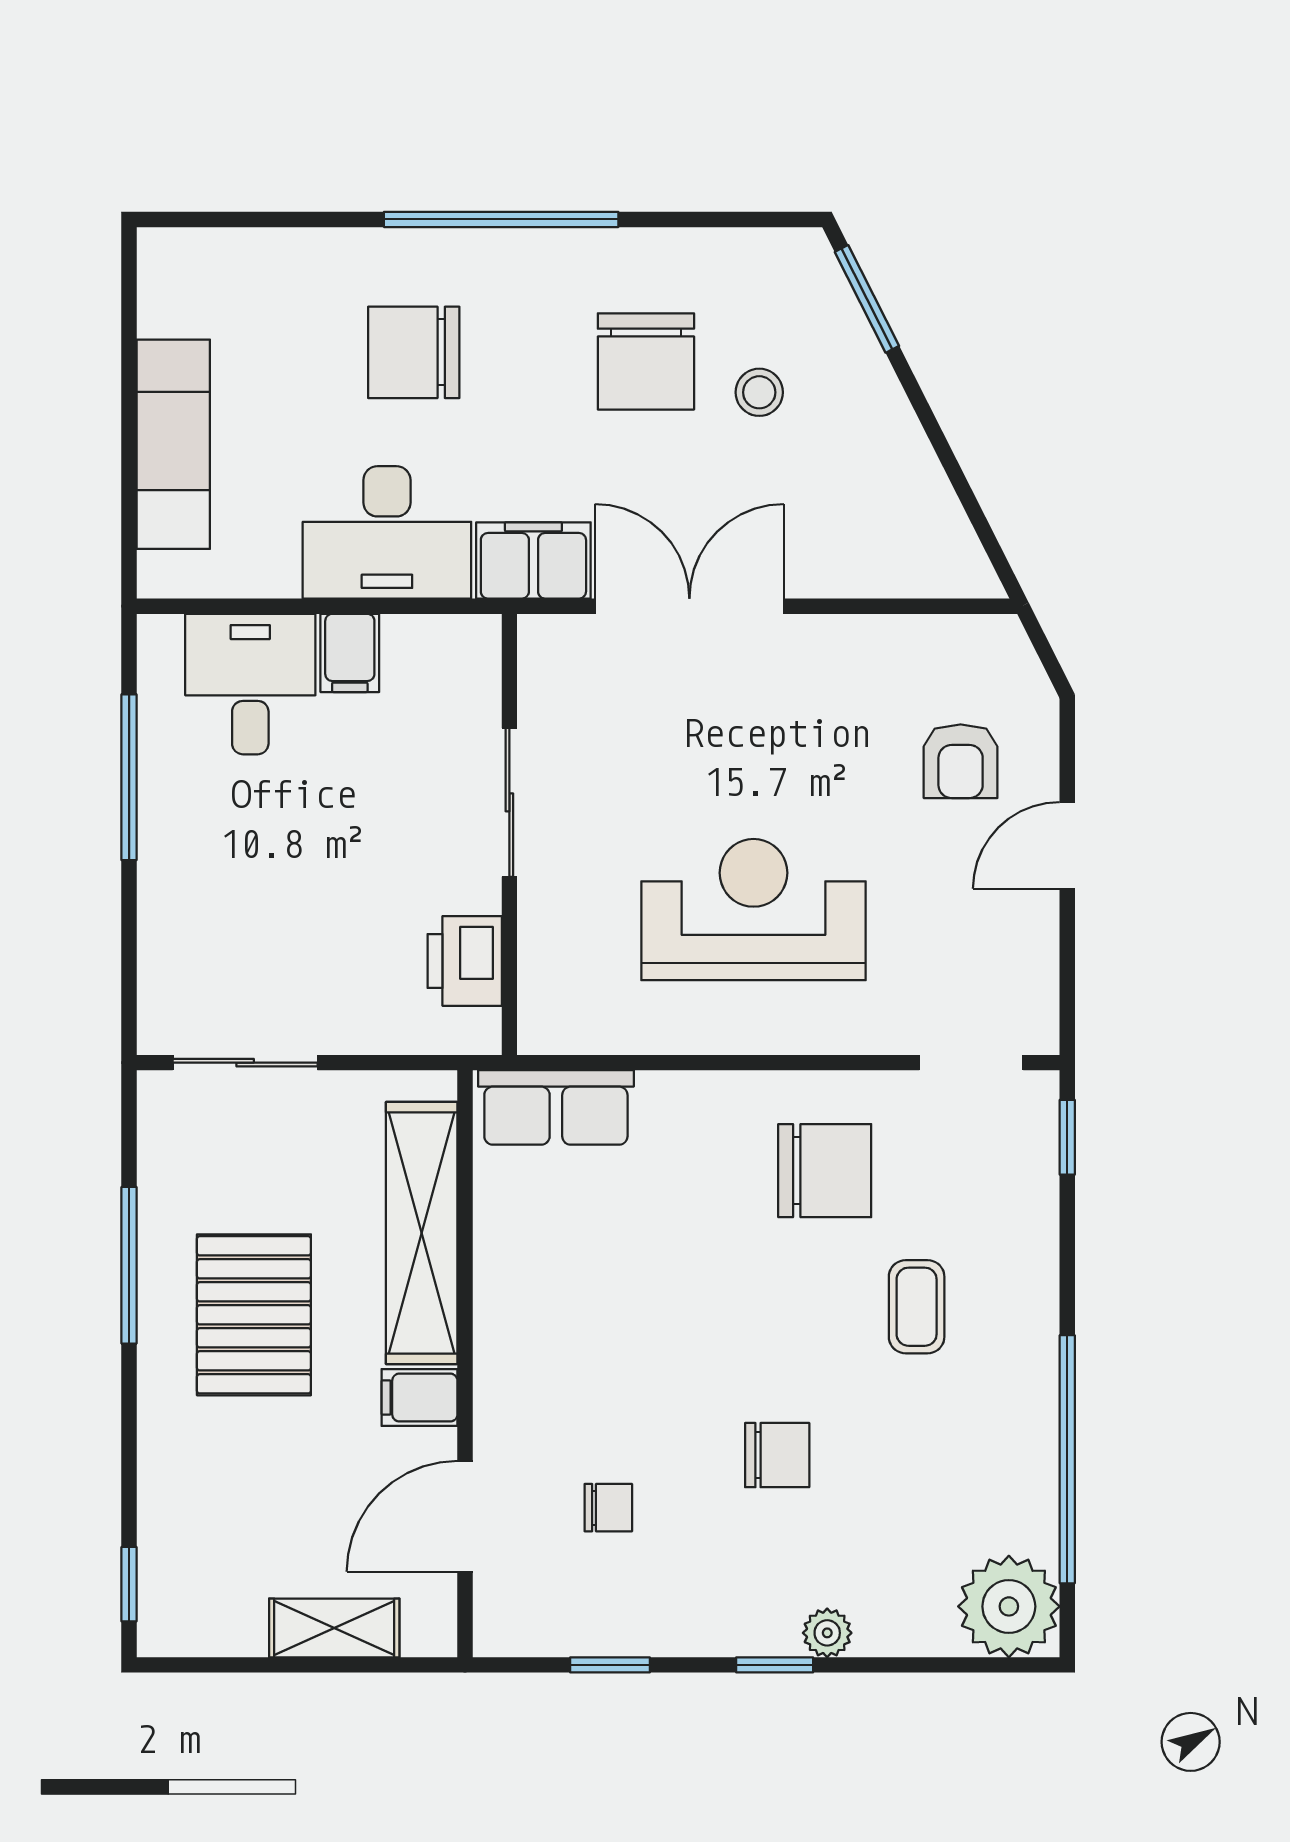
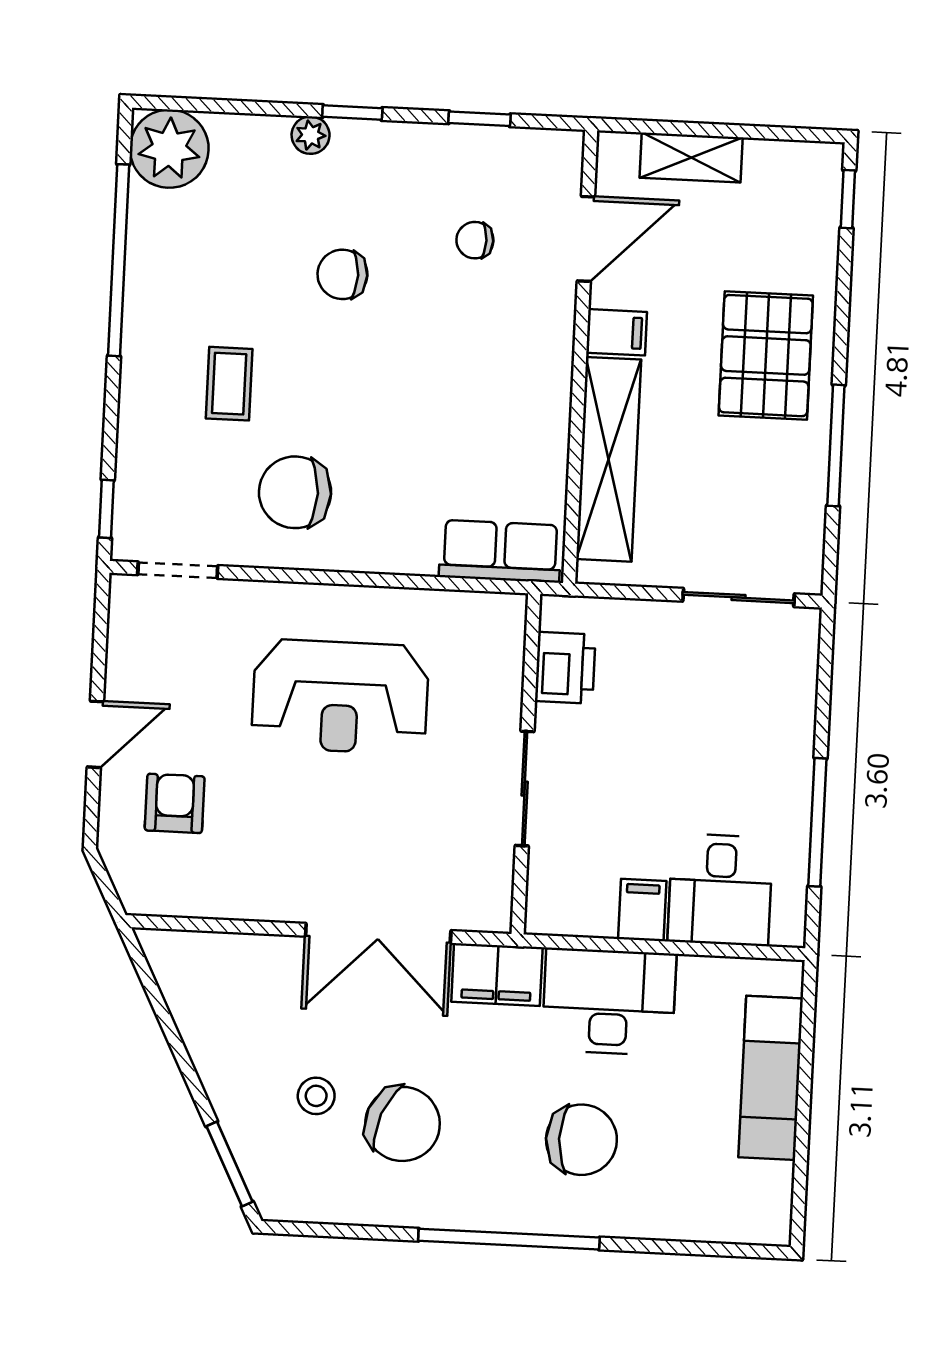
chair: (646, 361) -> (402, 1124), turned 112
pallet: (254, 1315) -> (766, 356), moved

